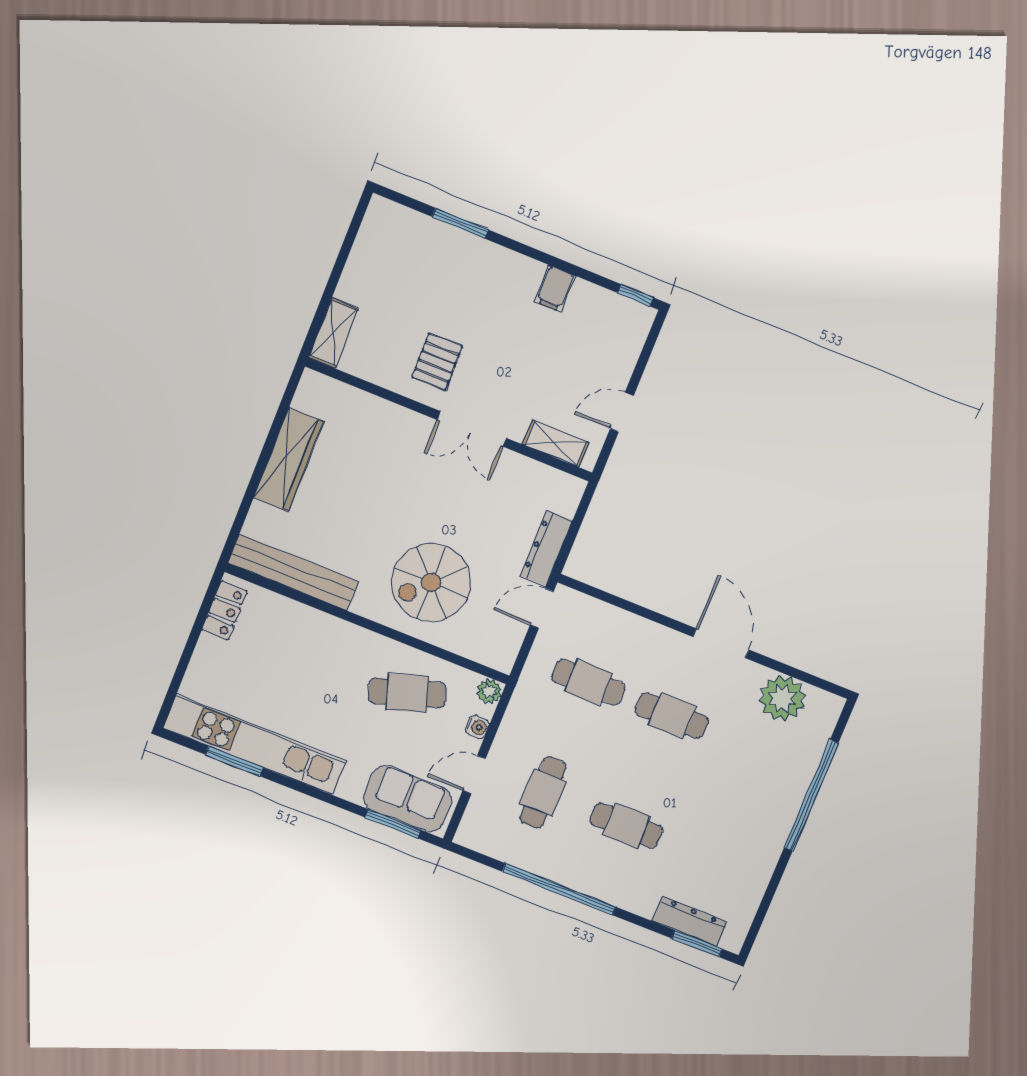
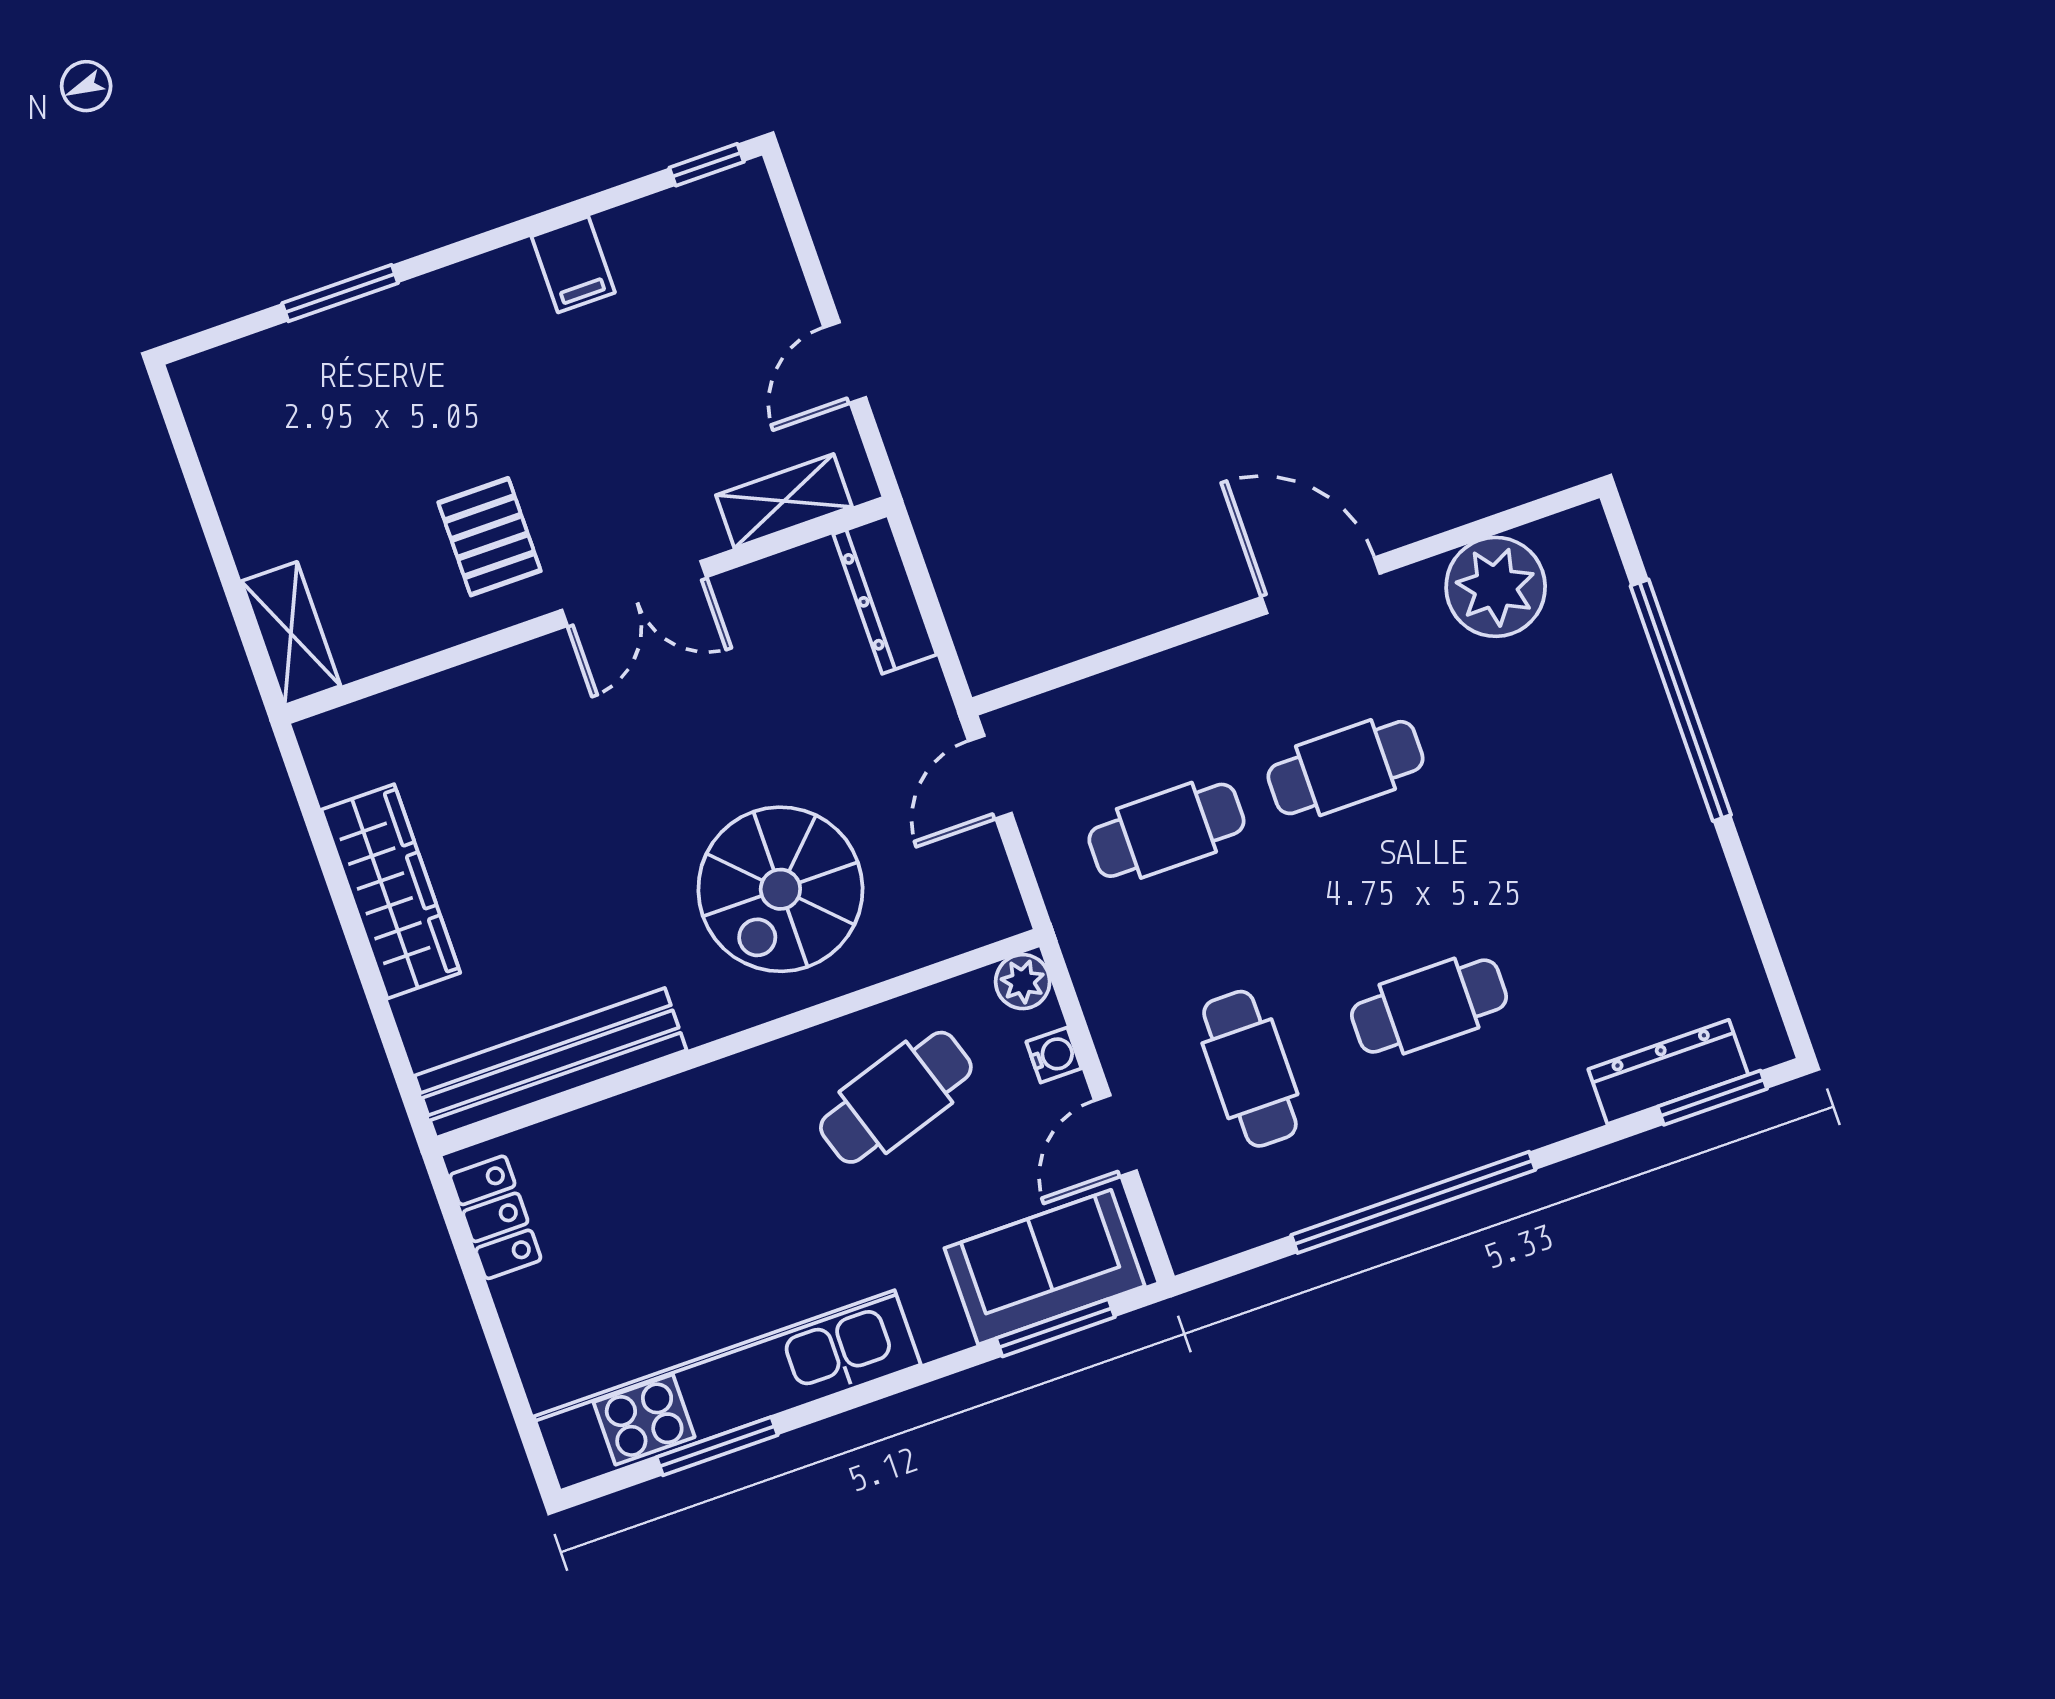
dresser: (546, 548) -> (885, 594), moved

